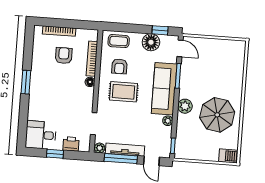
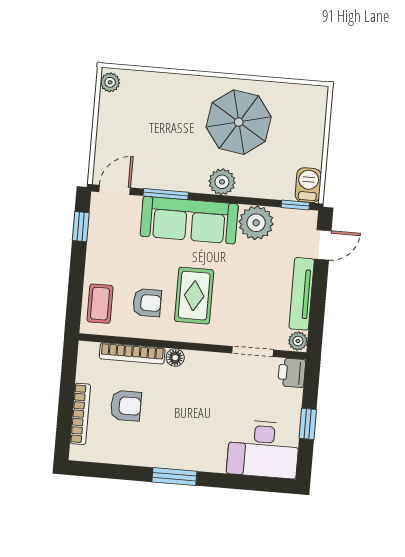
floor lamp: (151, 42) -> (103, 244), removed
plant: (238, 45) -> (110, 82), added
armchair: (64, 56) -> (126, 406), turned 180
plant: (168, 121) -> (256, 223), width x1.88, depth x1.88
desk: (41, 135) -> (263, 449), width x1.37
printer: (71, 144) -> (292, 373), moved
barbecue: (228, 156) -> (308, 185), moved
window: (121, 159) -> (318, 302), removed

